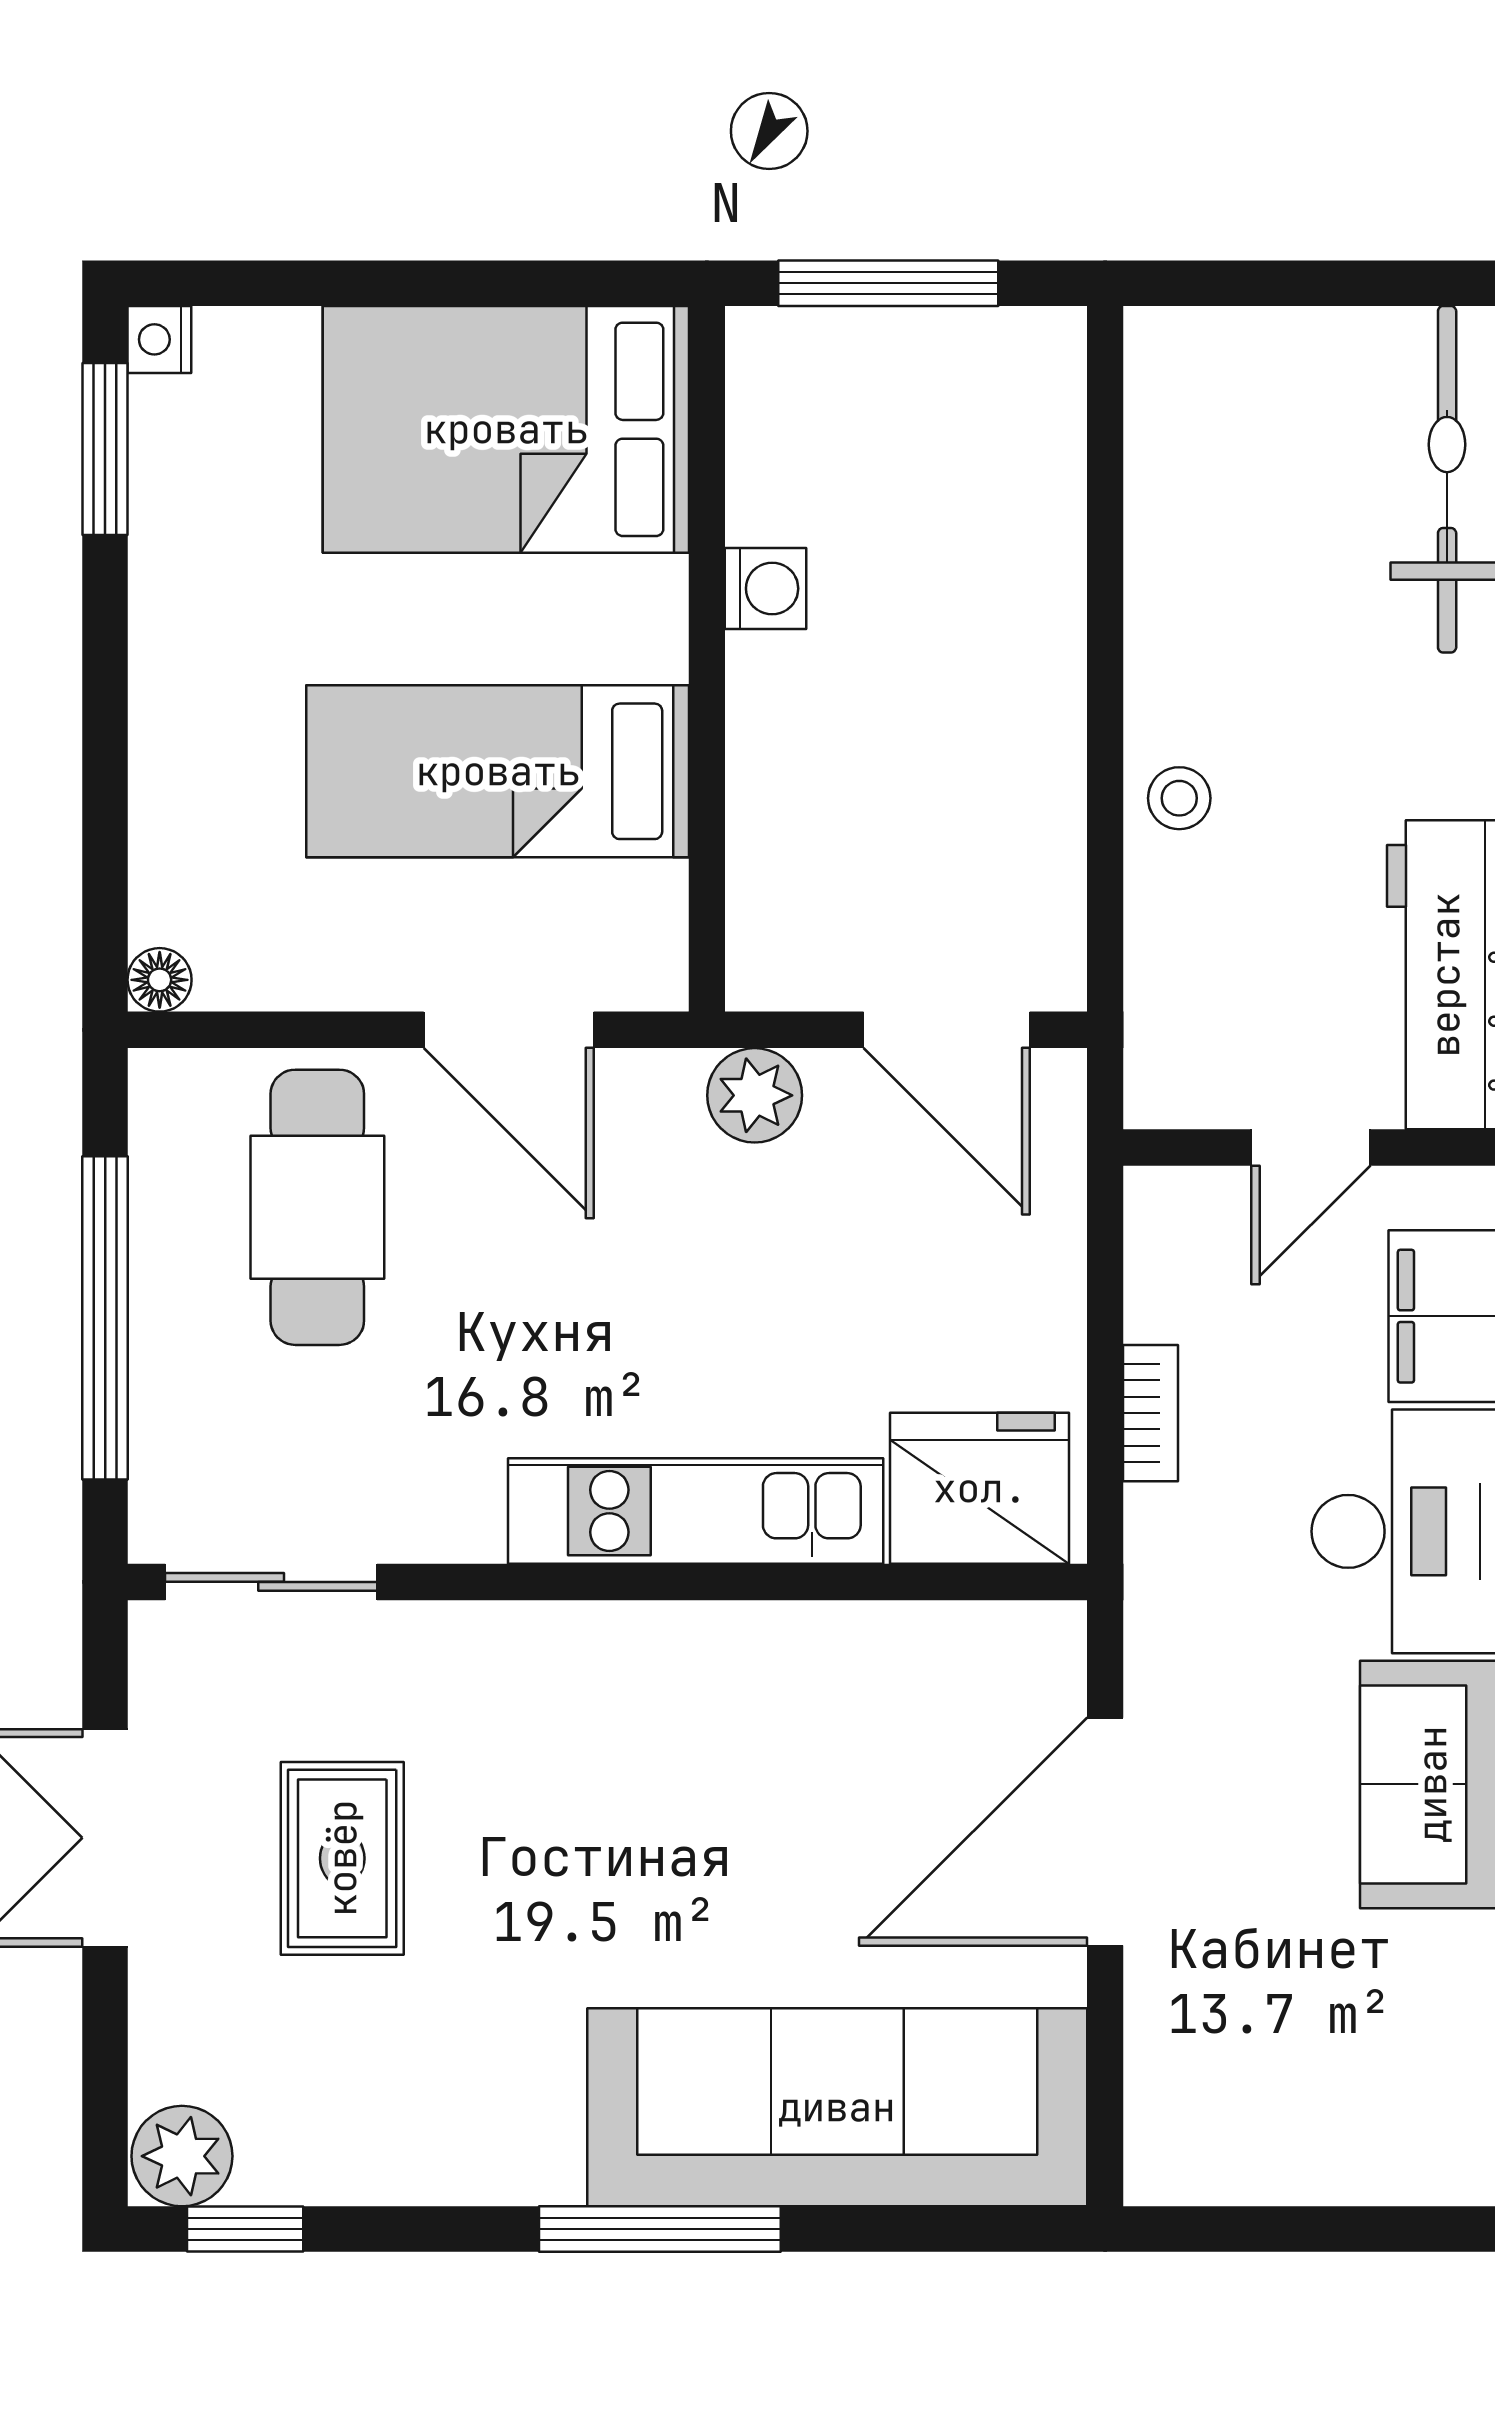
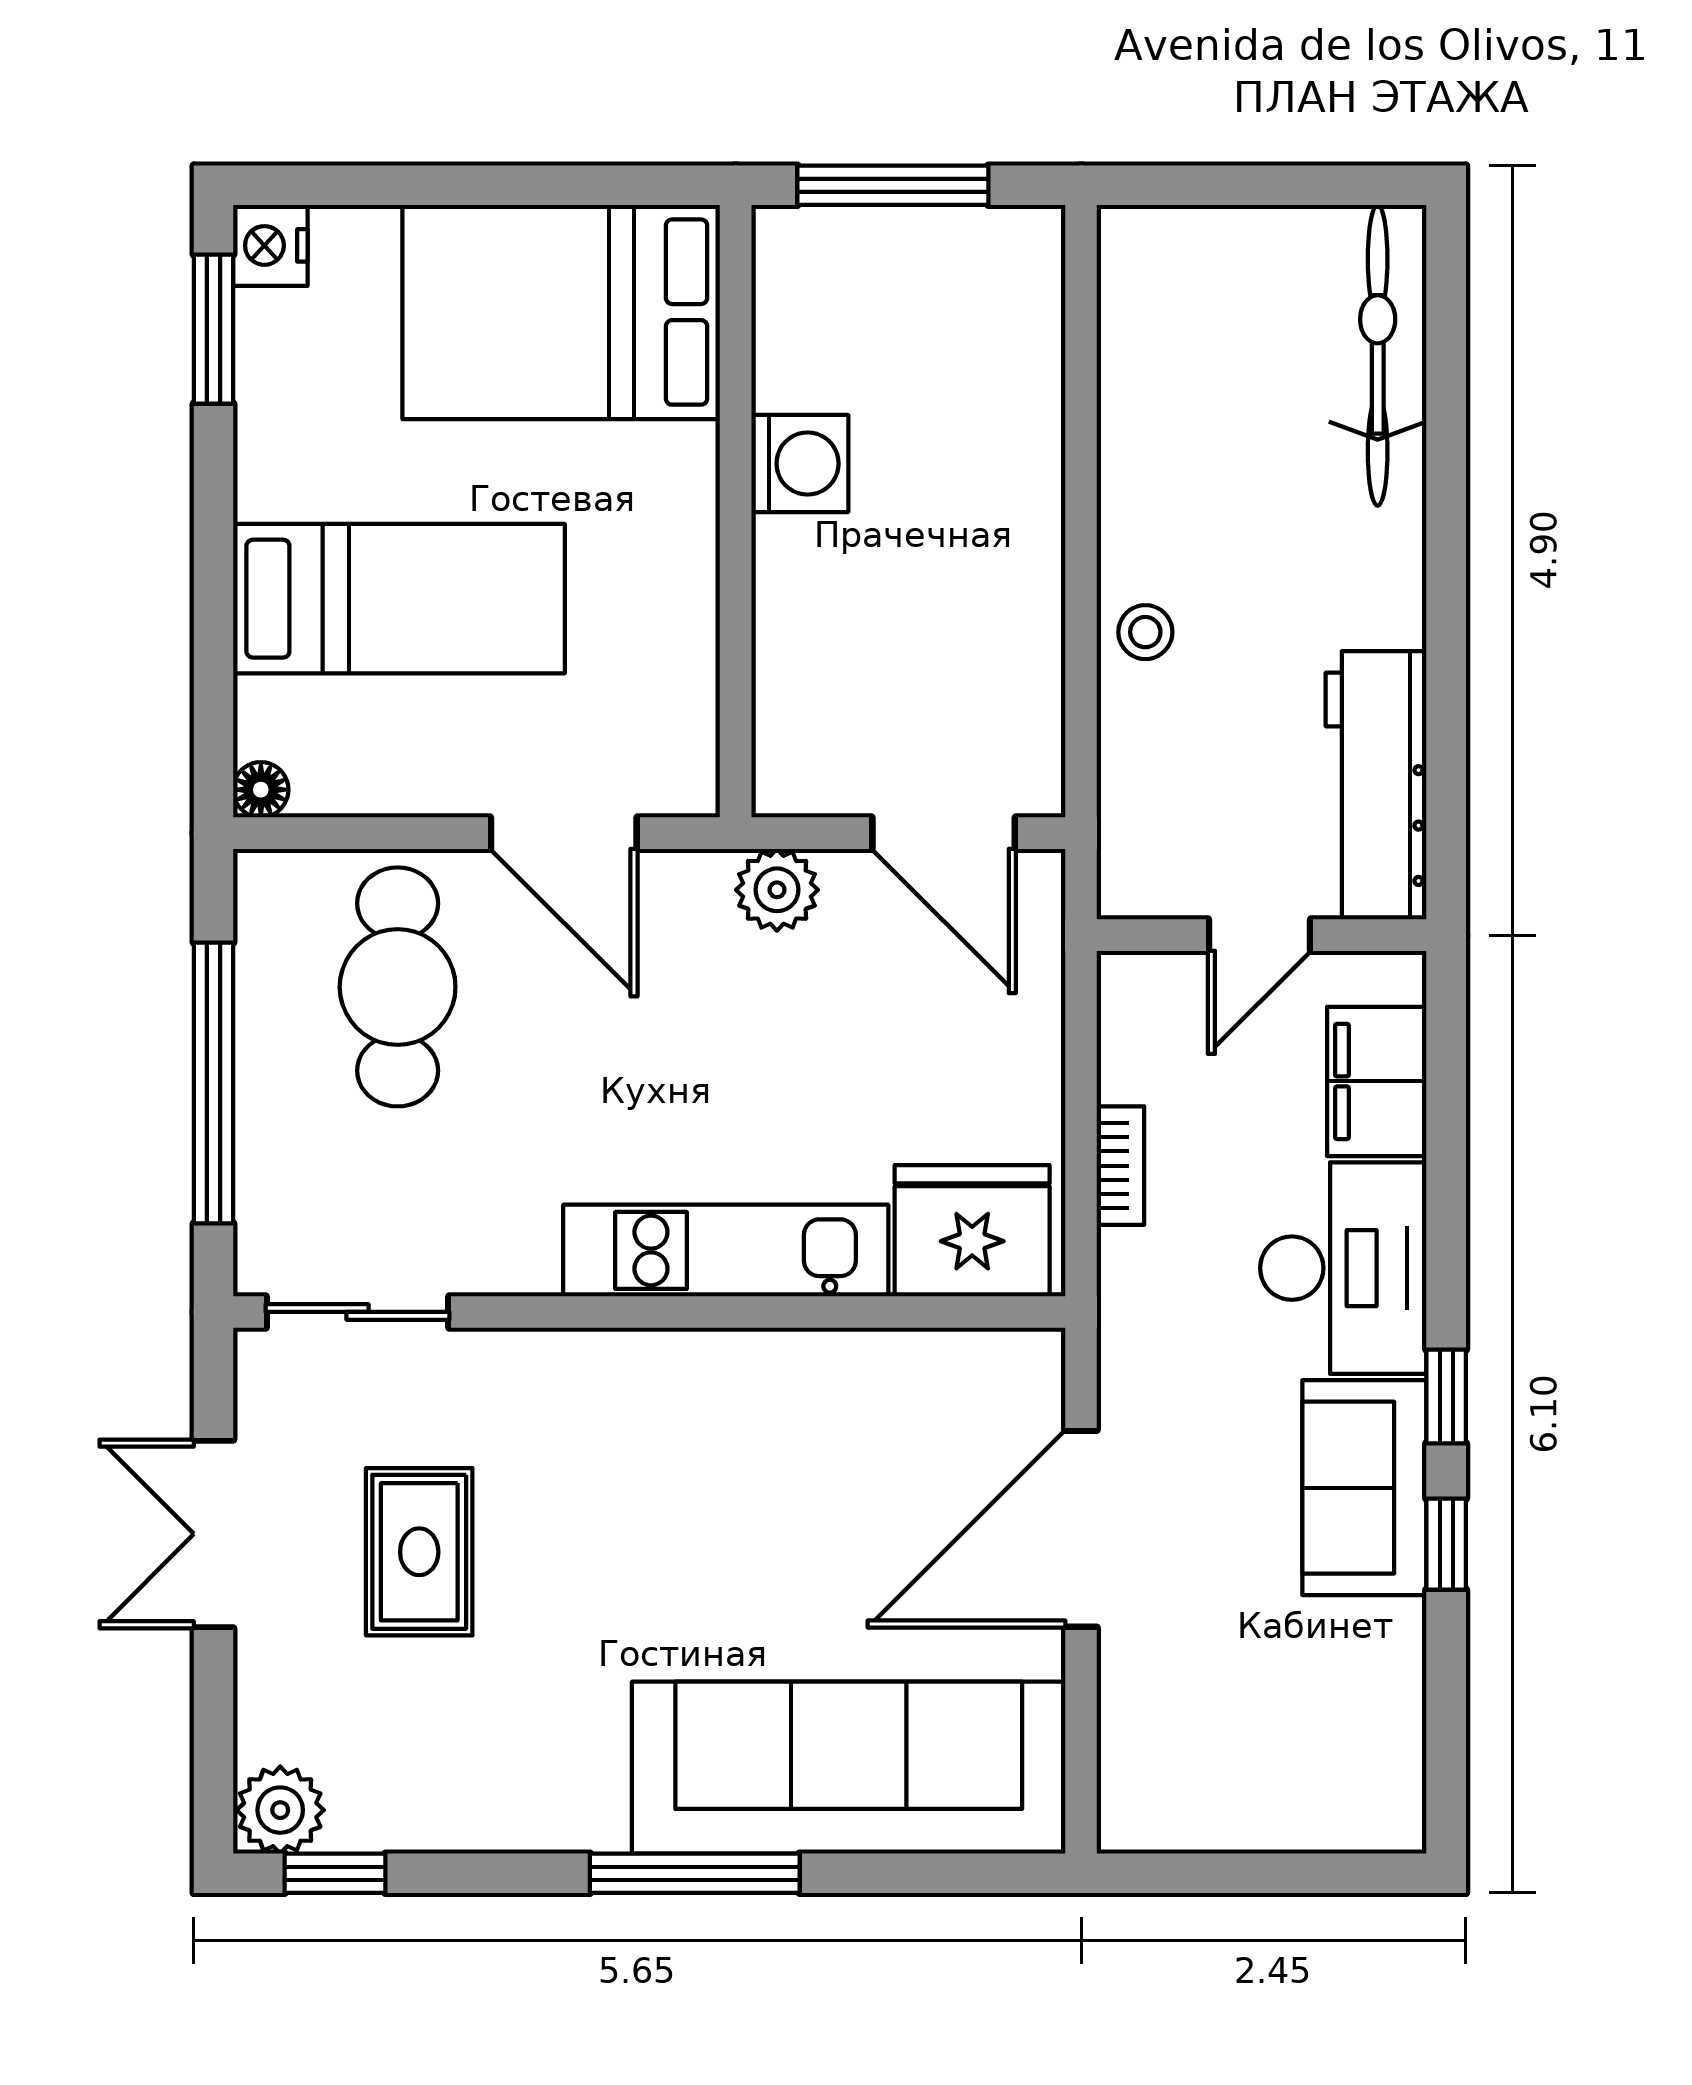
nightstand: (159, 339) -> (270, 245), width x1.39, depth x1.35
washing machine: (766, 589) -> (800, 464), width x1.38, depth x1.38
bed: (498, 771) -> (399, 599), moved, turned 180

